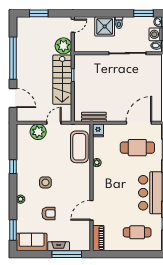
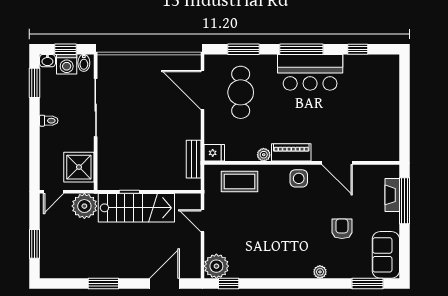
door: (73, 26) -> (53, 192), swing flipped
shower: (105, 26) -> (79, 167), moved
window: (13, 58) -> (103, 283), width x0.47
plant: (38, 132) -> (216, 266), moved
coffee table: (79, 147) -> (239, 181), width x0.73, depth x0.76
window: (13, 167) -> (229, 283), moved
side table: (45, 182) -> (299, 178), moved
cafe table: (137, 232) -> (371, 93), removed
piano: (98, 238) -> (291, 152), moved
fireplace: (59, 246) -> (392, 195), moved

